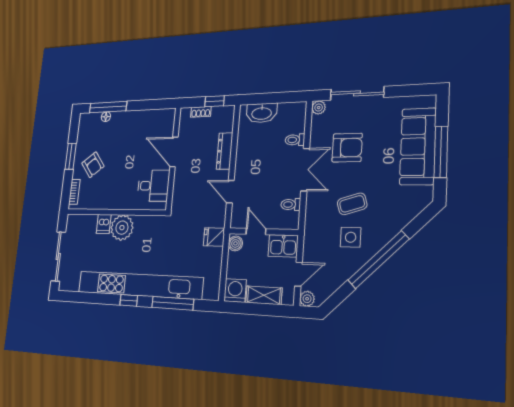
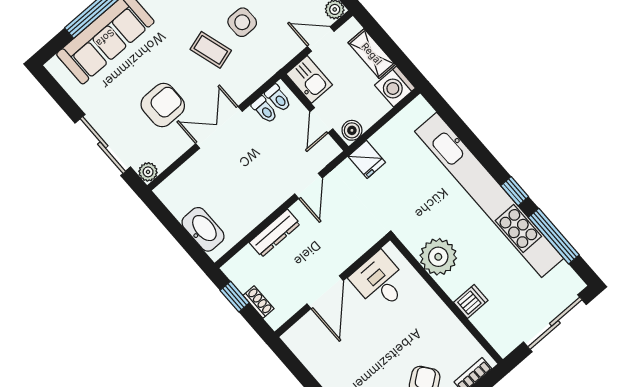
toilet: (295, 140) -> (278, 98), moved
armchair: (347, 148) -> (163, 105), turned 90
plant: (122, 228) -> (438, 257), moved
window: (173, 303) -> (554, 236), moved

